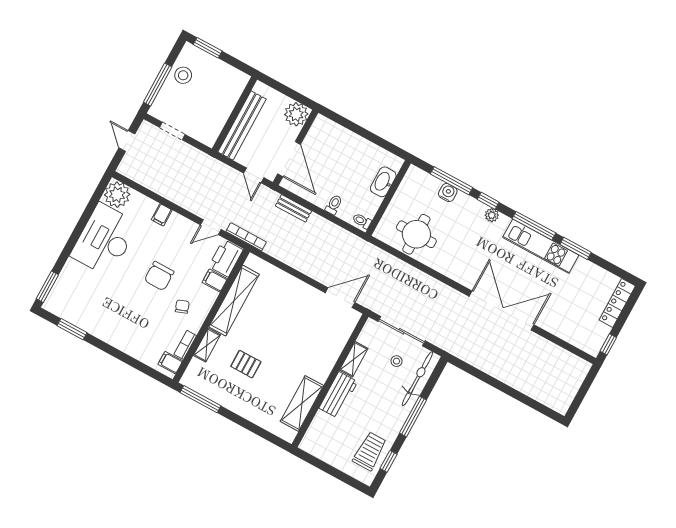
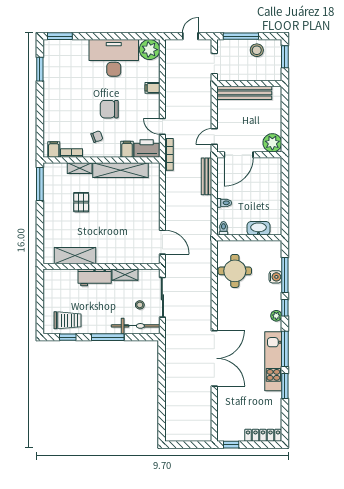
wall: (235, 114) -> (249, 83), moved
bench: (242, 125) -> (244, 93), moved
bench: (294, 208) -> (206, 176), width x1.36

